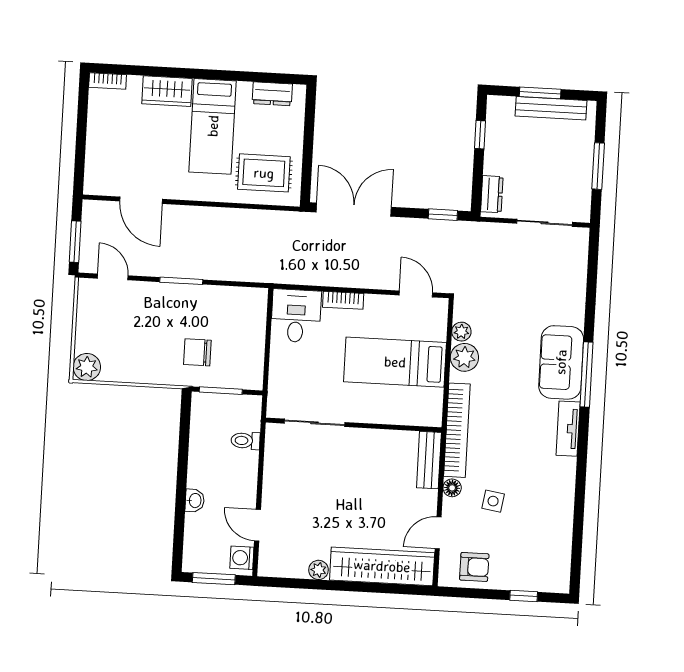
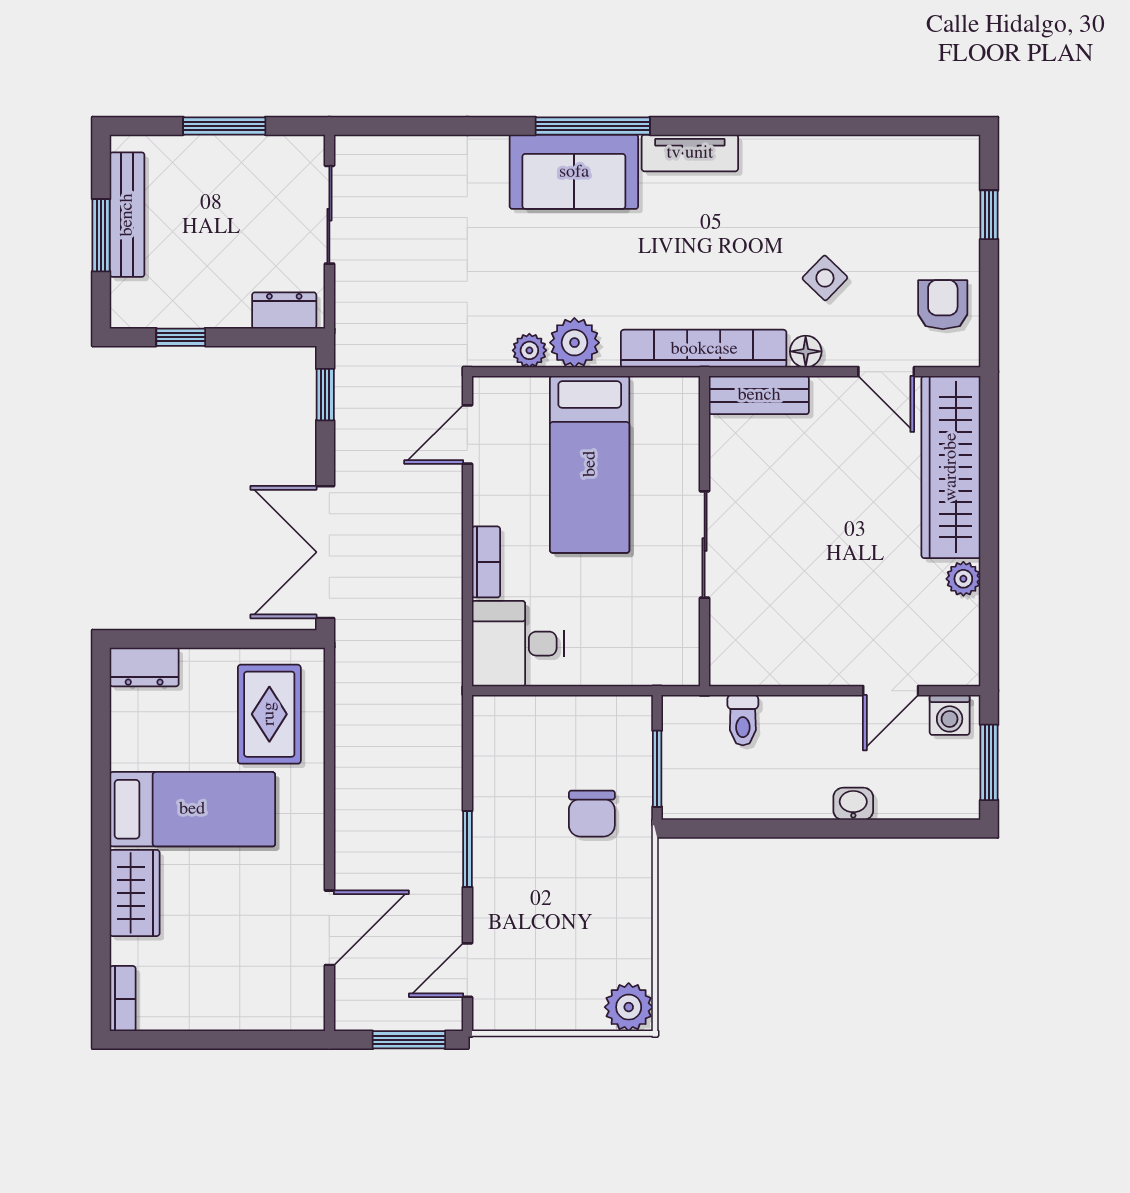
dresser: (272, 94) -> (144, 667), moved, turned 90
sliding door: (315, 423) -> (705, 545), moved
side table: (493, 501) -> (825, 278), turned 35

